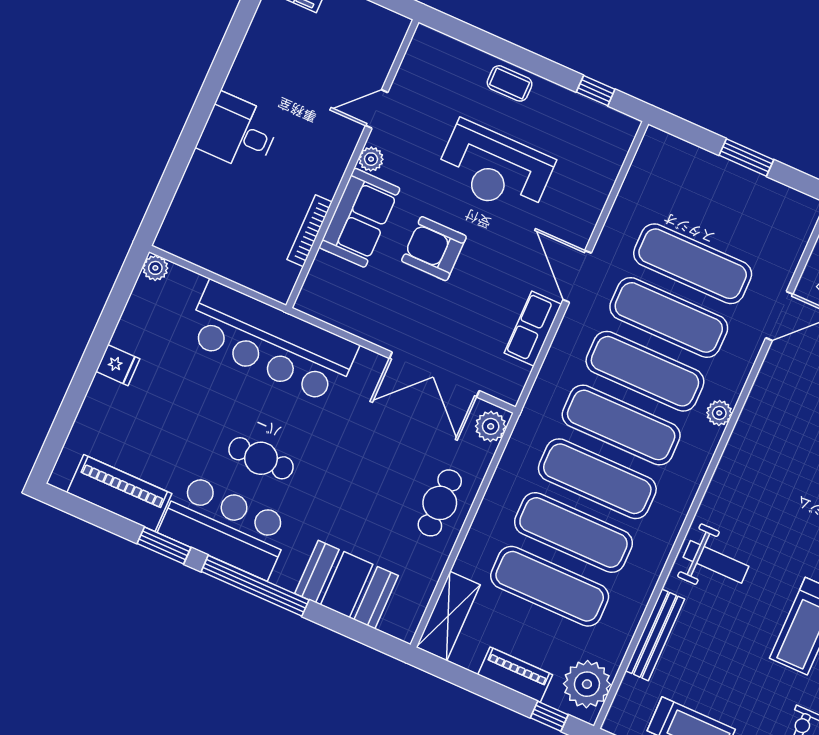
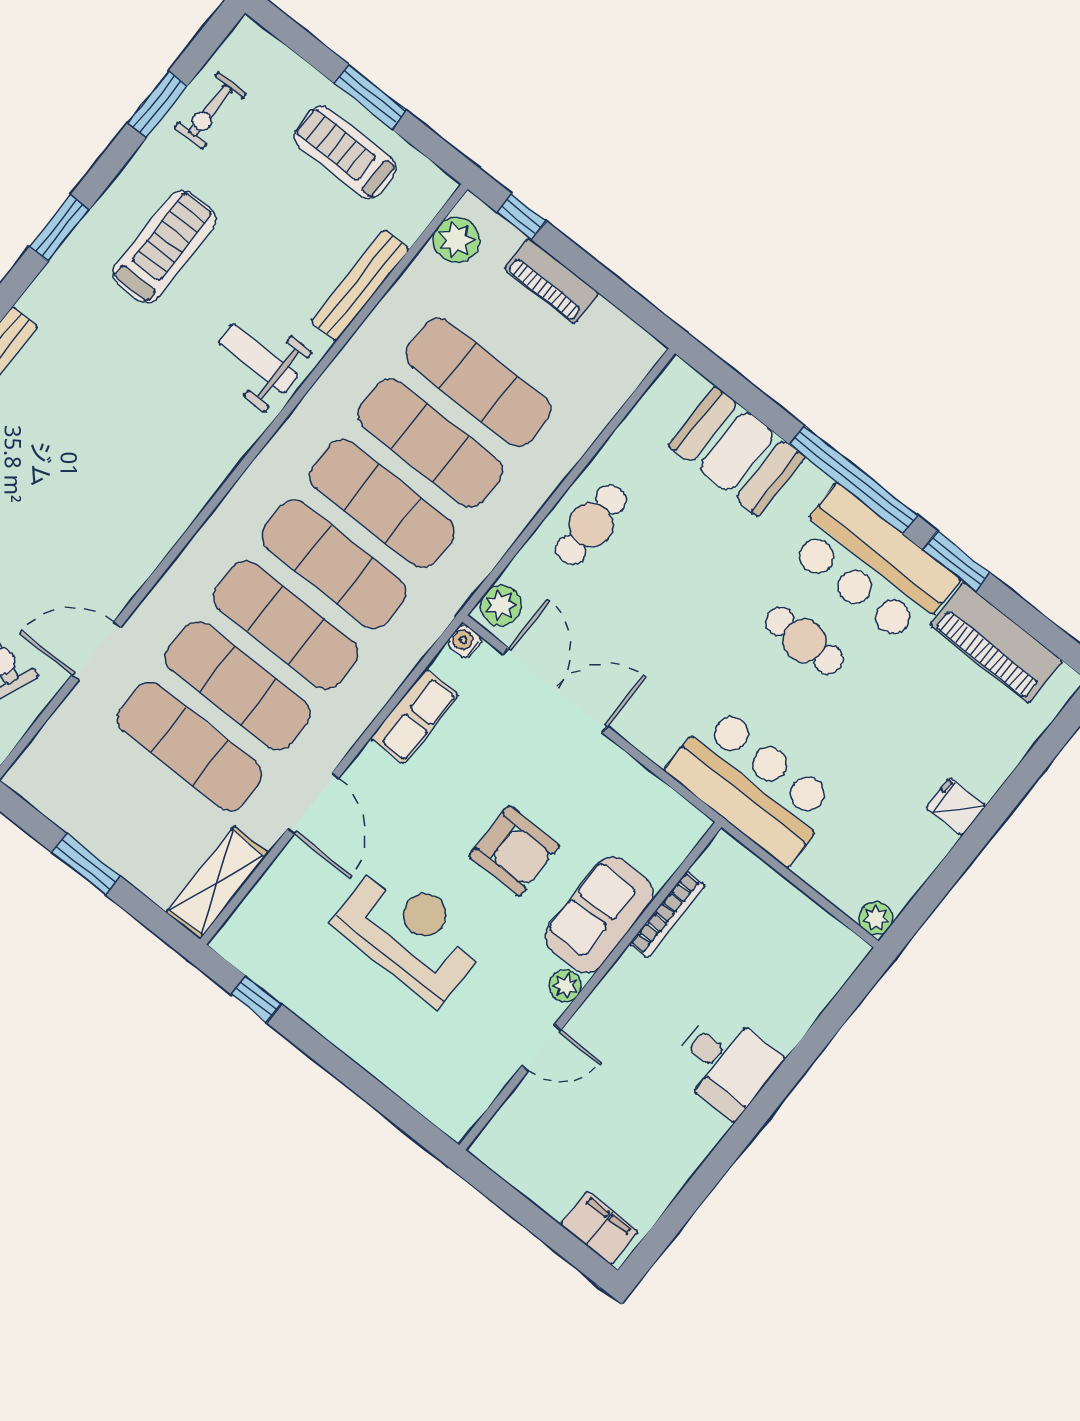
coffee table: (510, 83) -> (363, 1037), removed
door: (577, 276) -> (313, 803), moved
bar counter: (271, 342) -> (752, 785), width x0.73
water cooler: (510, 393) -> (465, 641), added
plant: (719, 413) -> (205, 547), removed
shelving: (448, 616) -> (217, 883), moved
plant: (587, 684) -> (456, 240), width x0.73, depth x0.73

